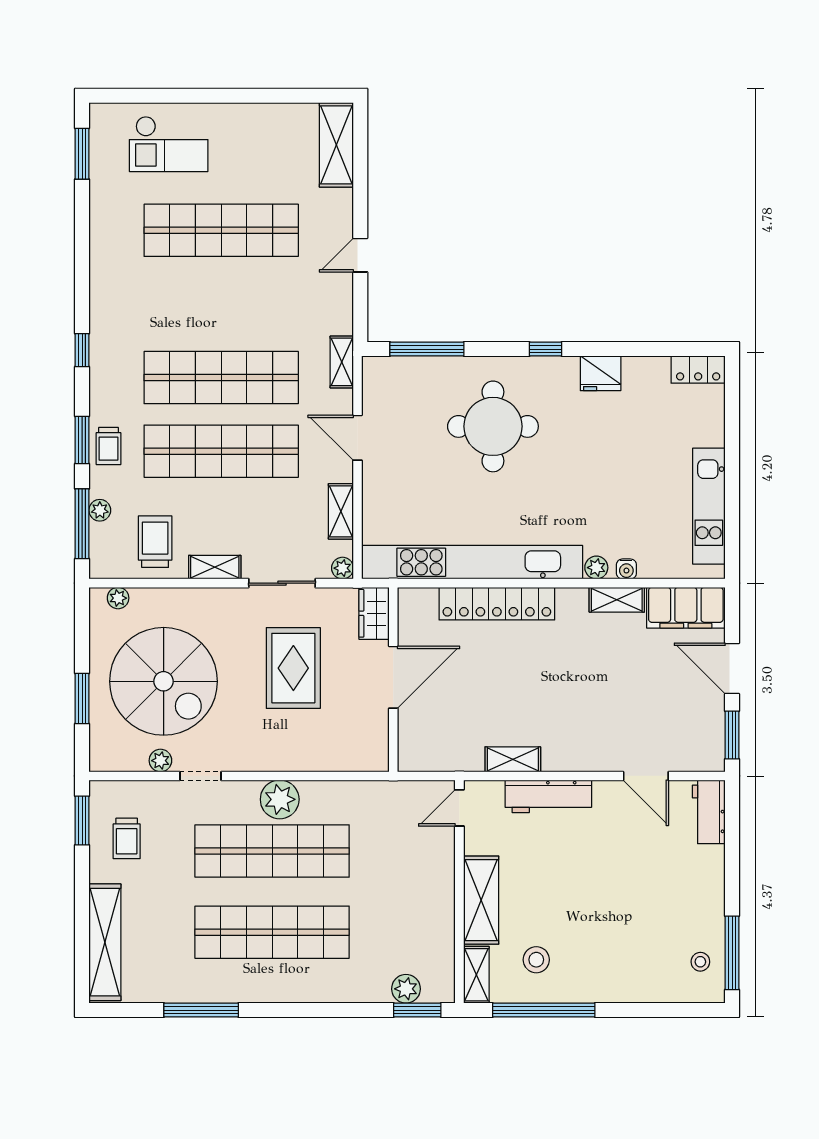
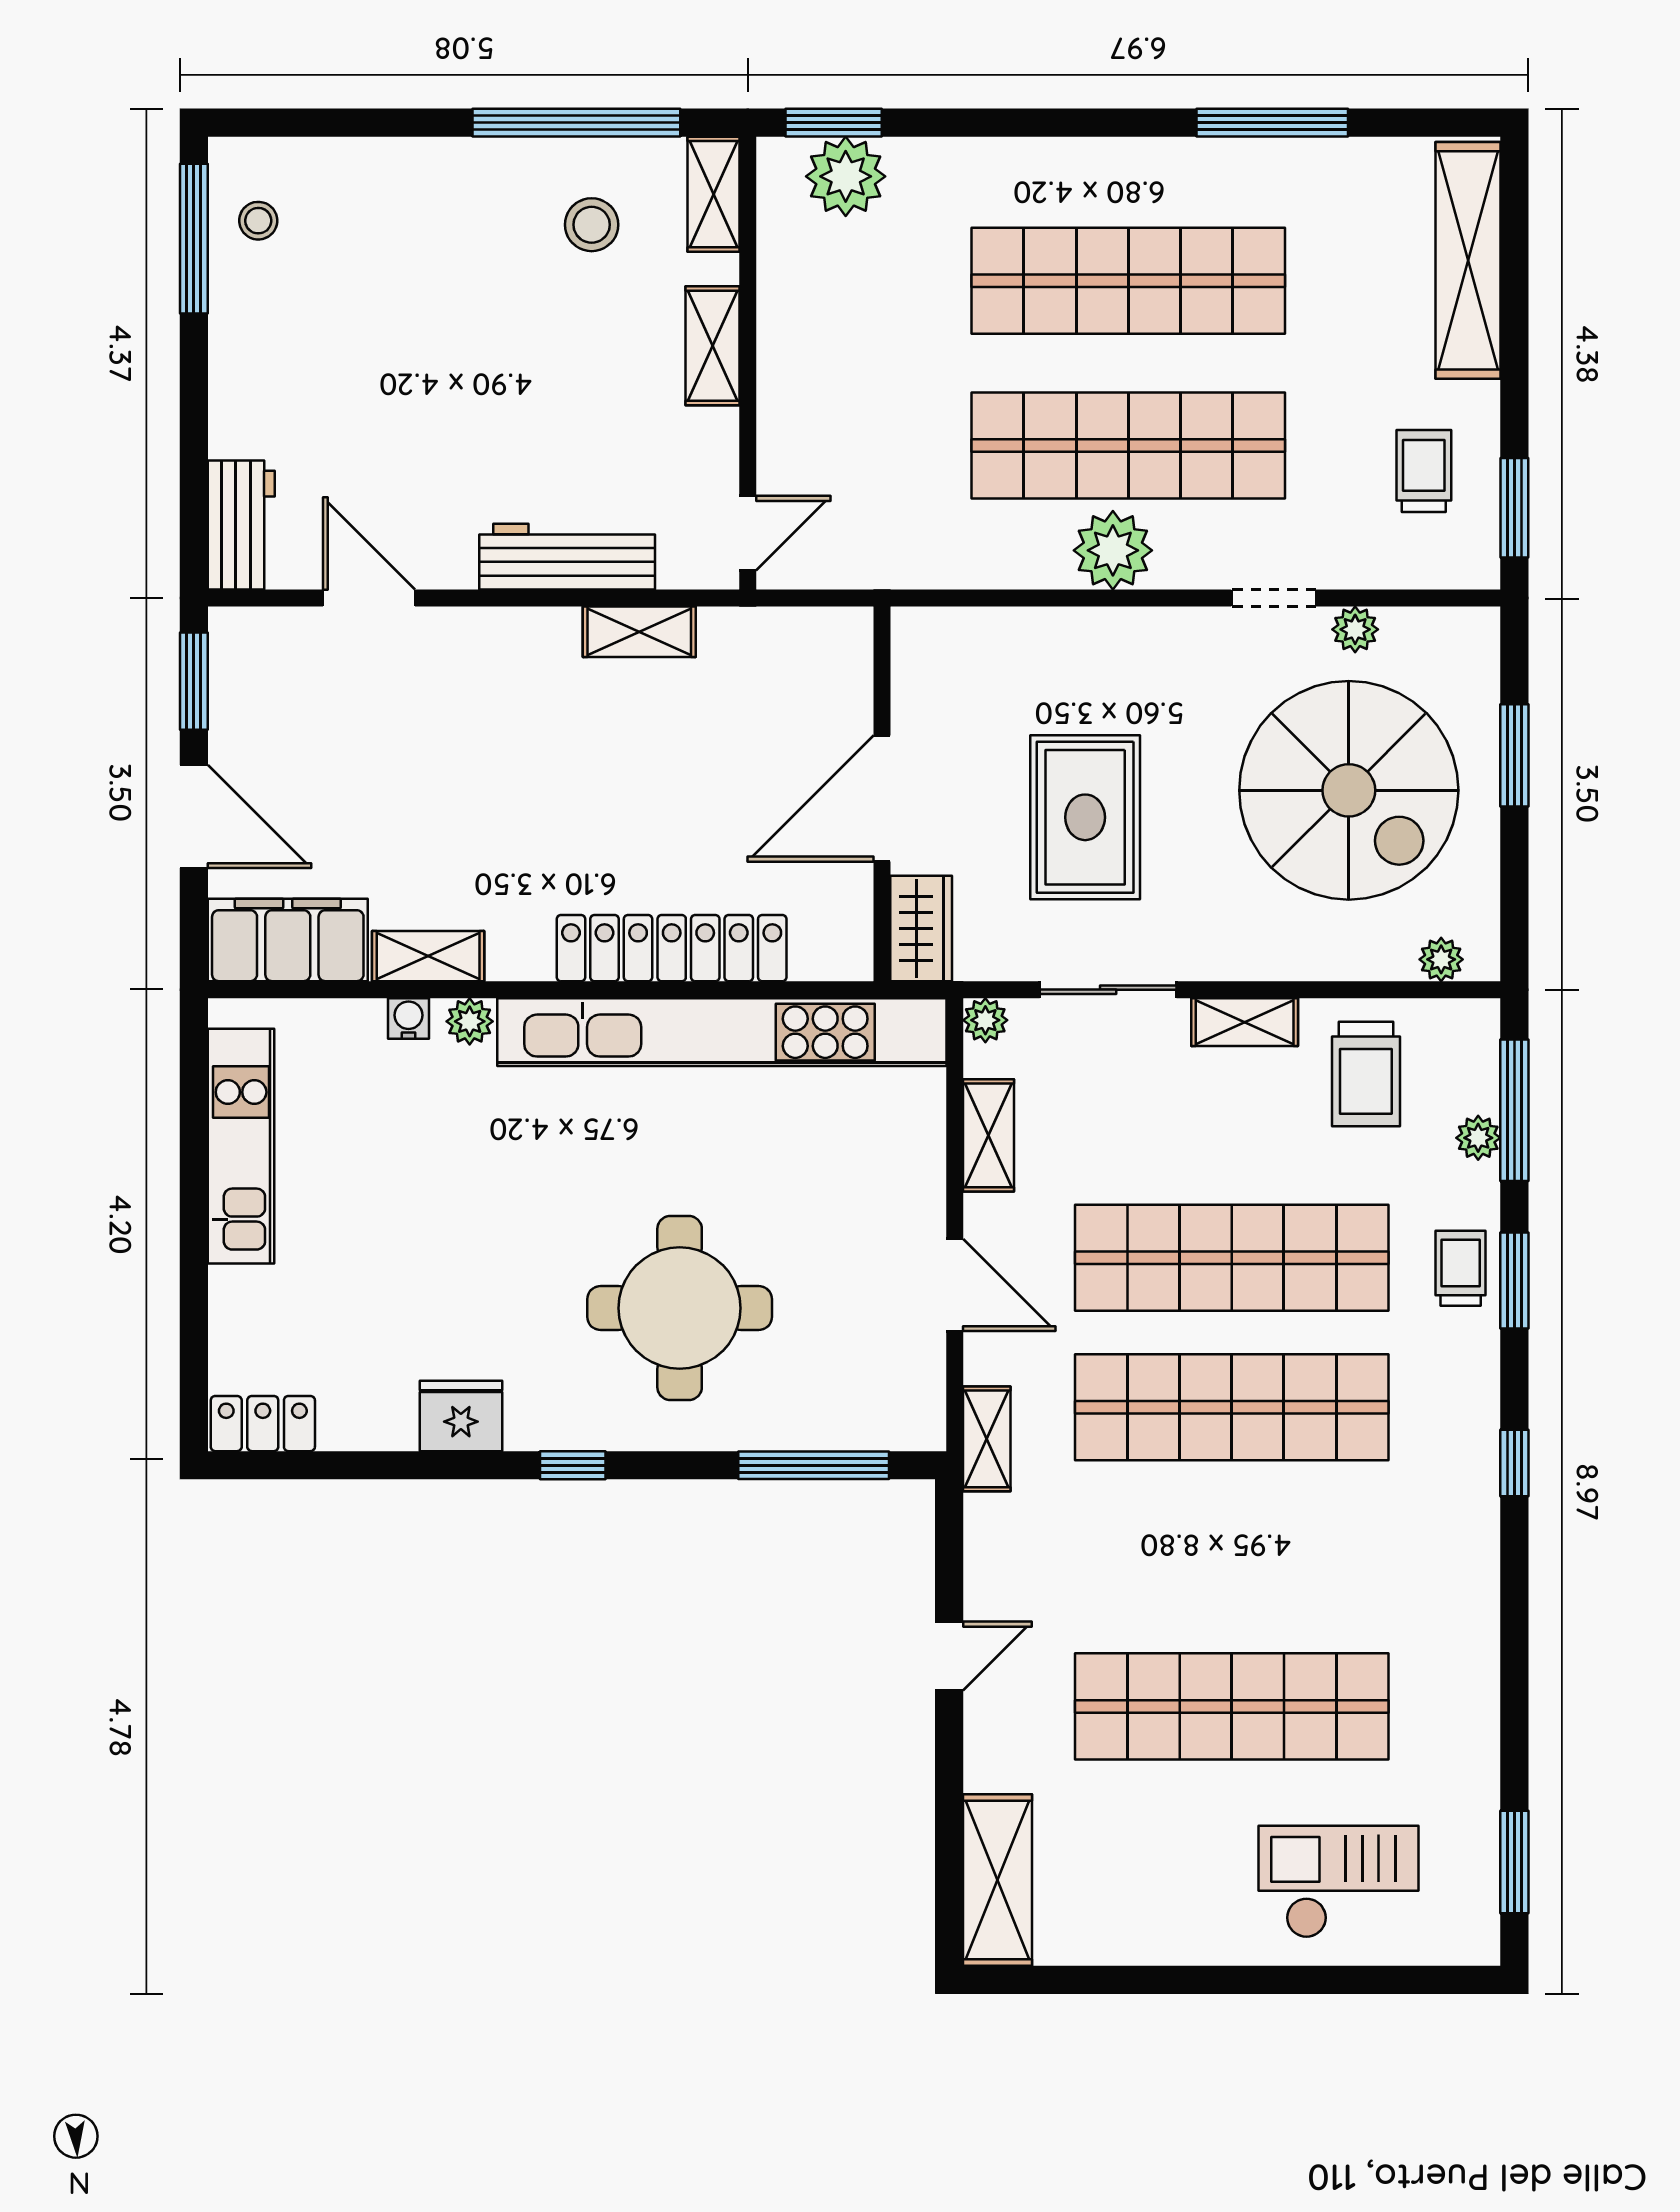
spiral stairs: (164, 681) -> (1349, 790), turned 180
shelving: (481, 900) -> (713, 346), width x0.67, depth x0.75
plant: (406, 989) -> (846, 176), width x1.36, depth x1.36

